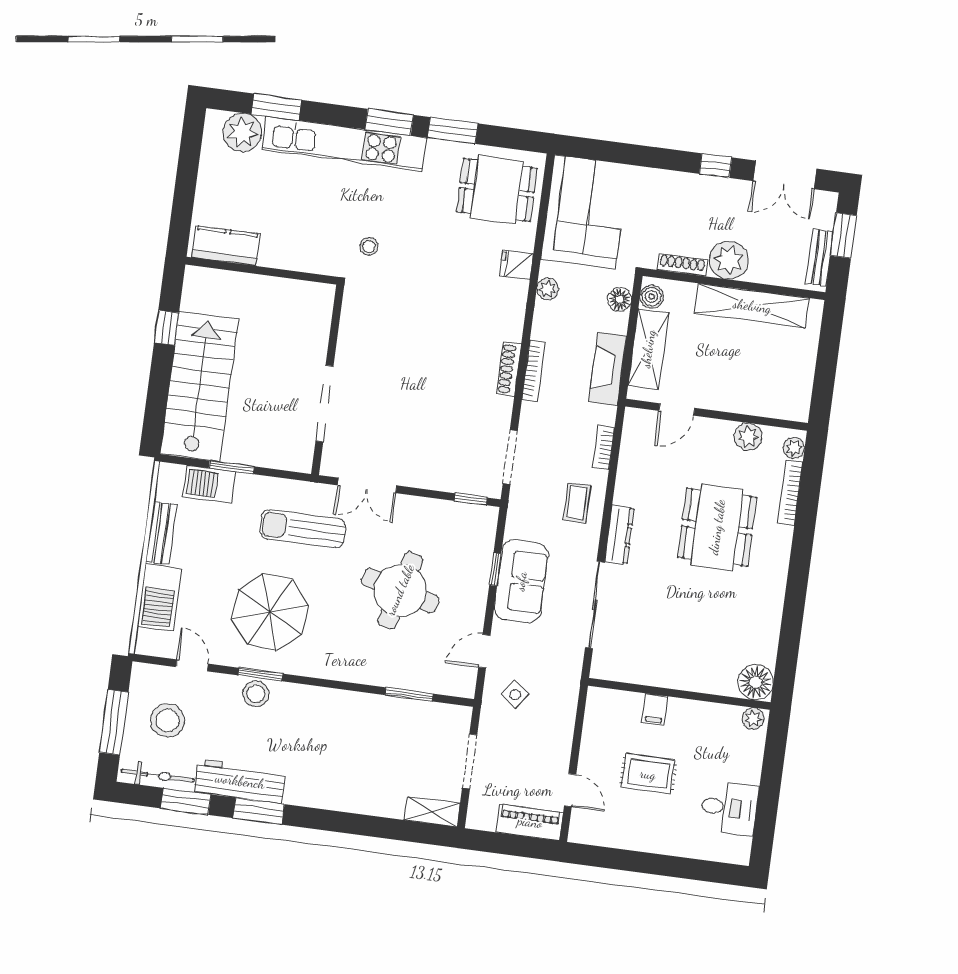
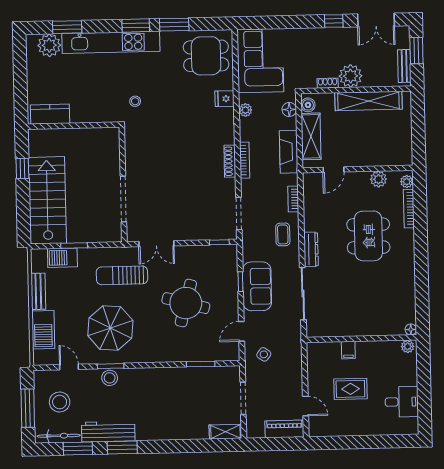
shoe rack: (682, 265) -> (328, 83), width x0.70
floor lamp: (756, 682) -> (411, 329), width x0.53, depth x0.53

